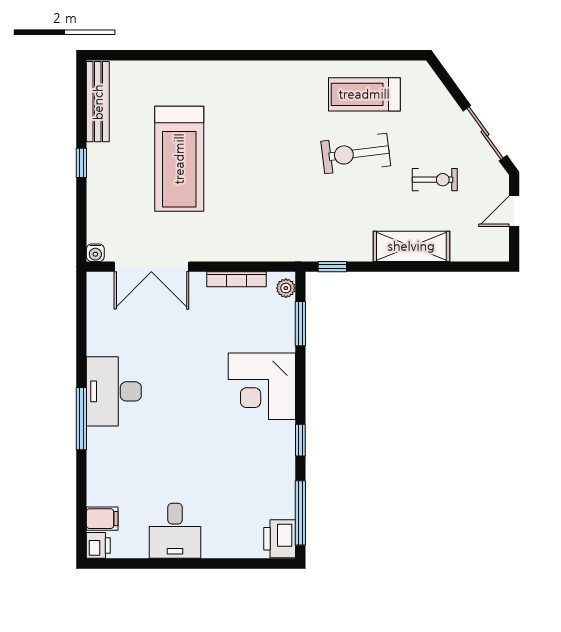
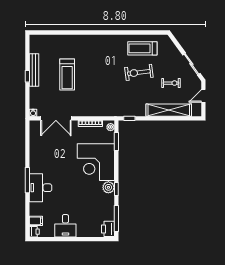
bench: (98, 102) -> (34, 70), moved
treadmill: (179, 159) -> (67, 75), width x0.73, depth x0.73
shelving: (411, 246) -> (169, 110), width x1.47
corner desk: (262, 386) -> (96, 162), width x1.36, depth x1.36
desk: (114, 391) -> (41, 188), moved
plant: (281, 436) -> (108, 187), added

